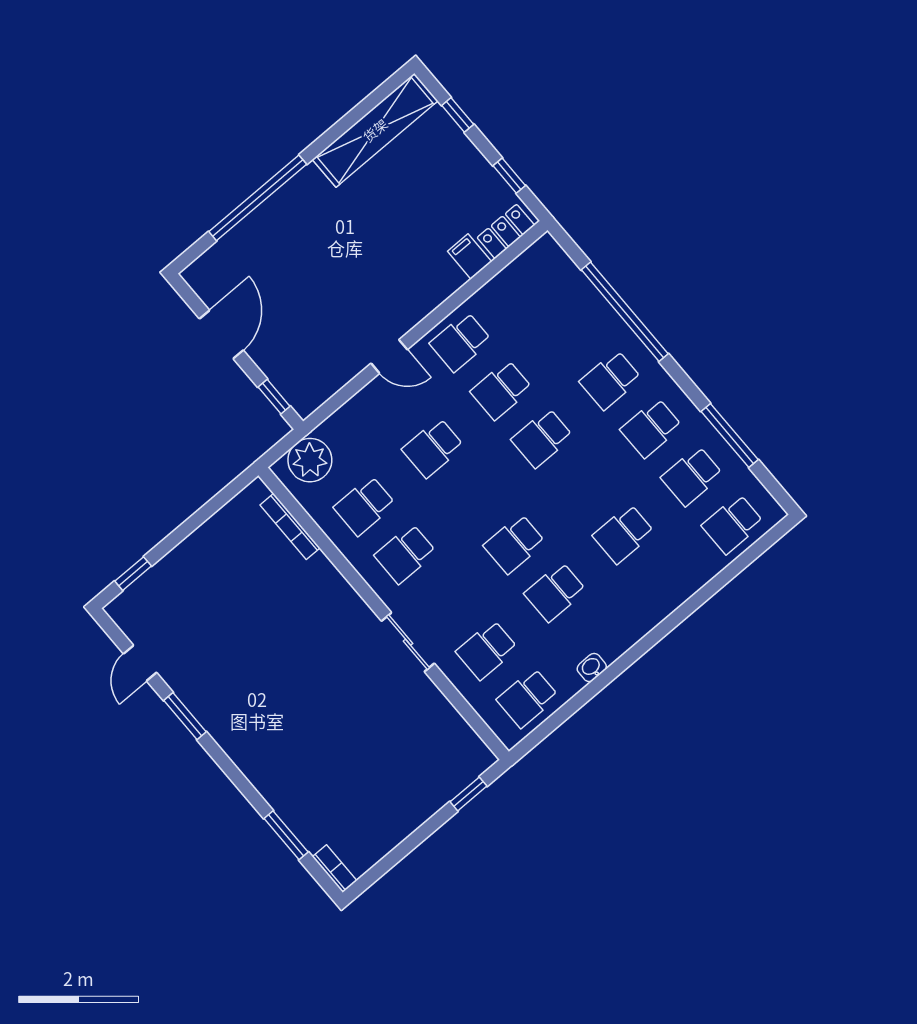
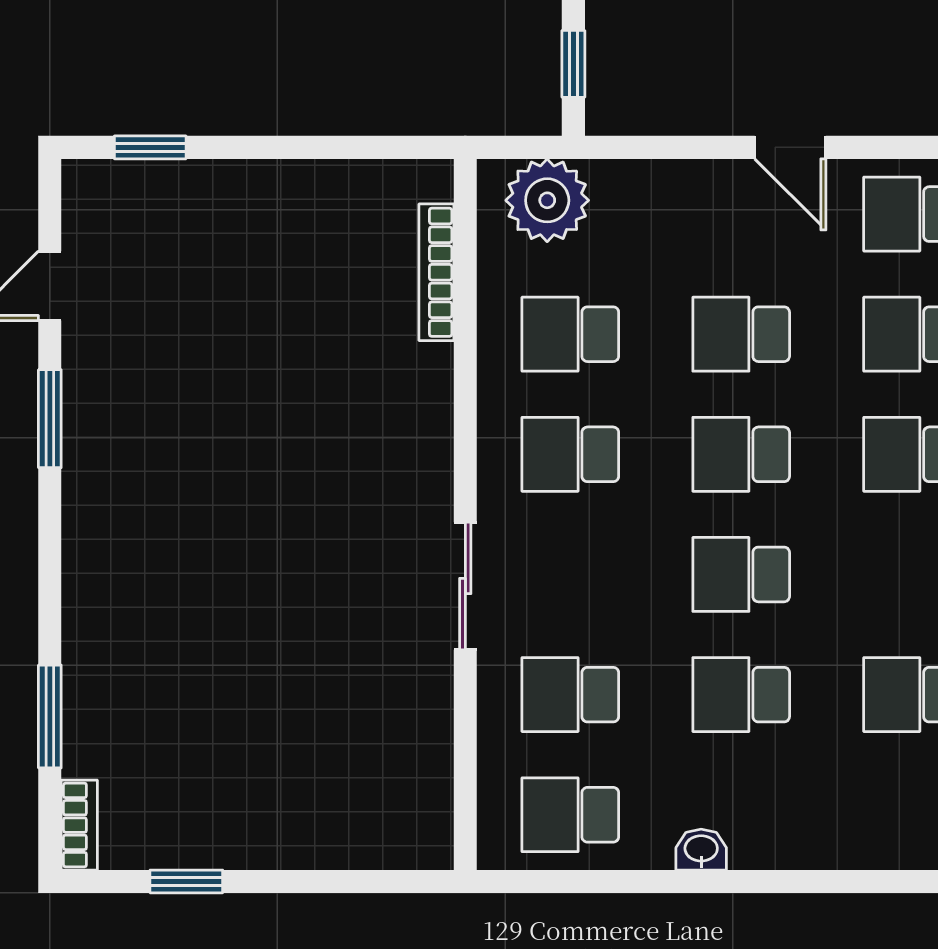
school desk: (474, 496) -> (741, 454), added
window: (469, 794) -> (186, 881), moved

